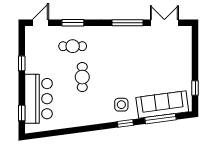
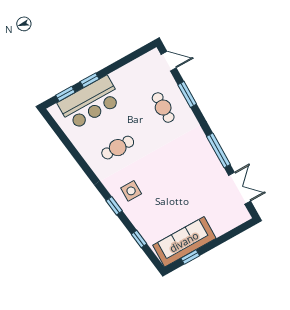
window: (22, 63) -> (90, 80), moved
cafe table: (82, 77) -> (118, 148), moved
sofa: (162, 105) -> (184, 242), moved, turned -82
window: (160, 119) -> (139, 239), width x0.46

